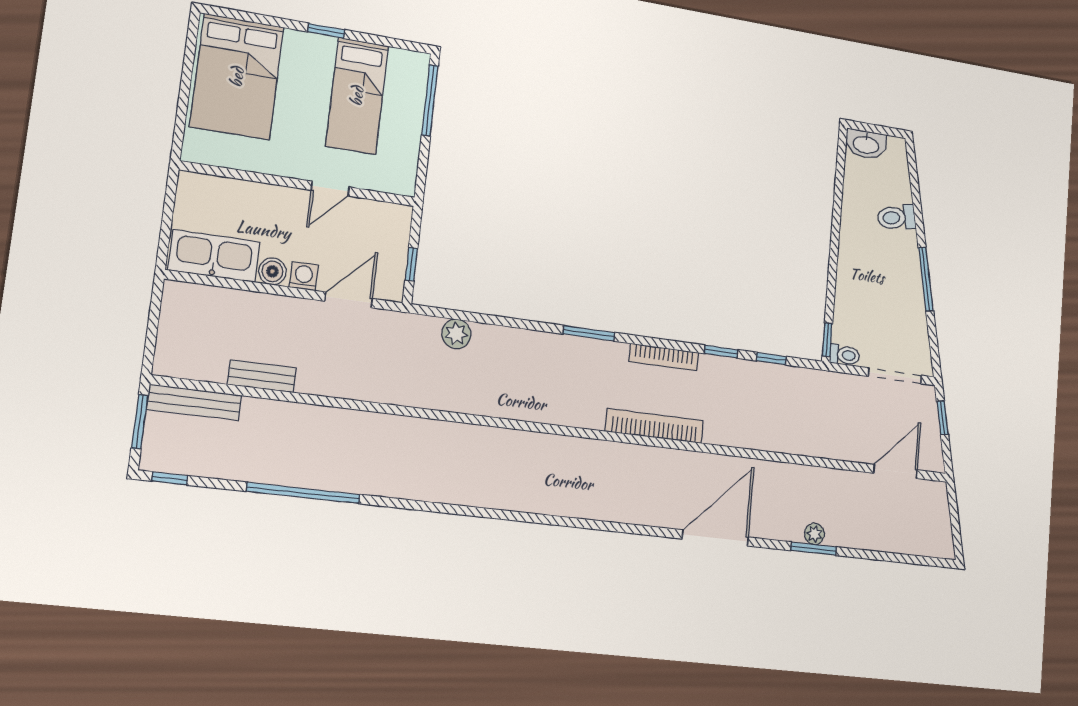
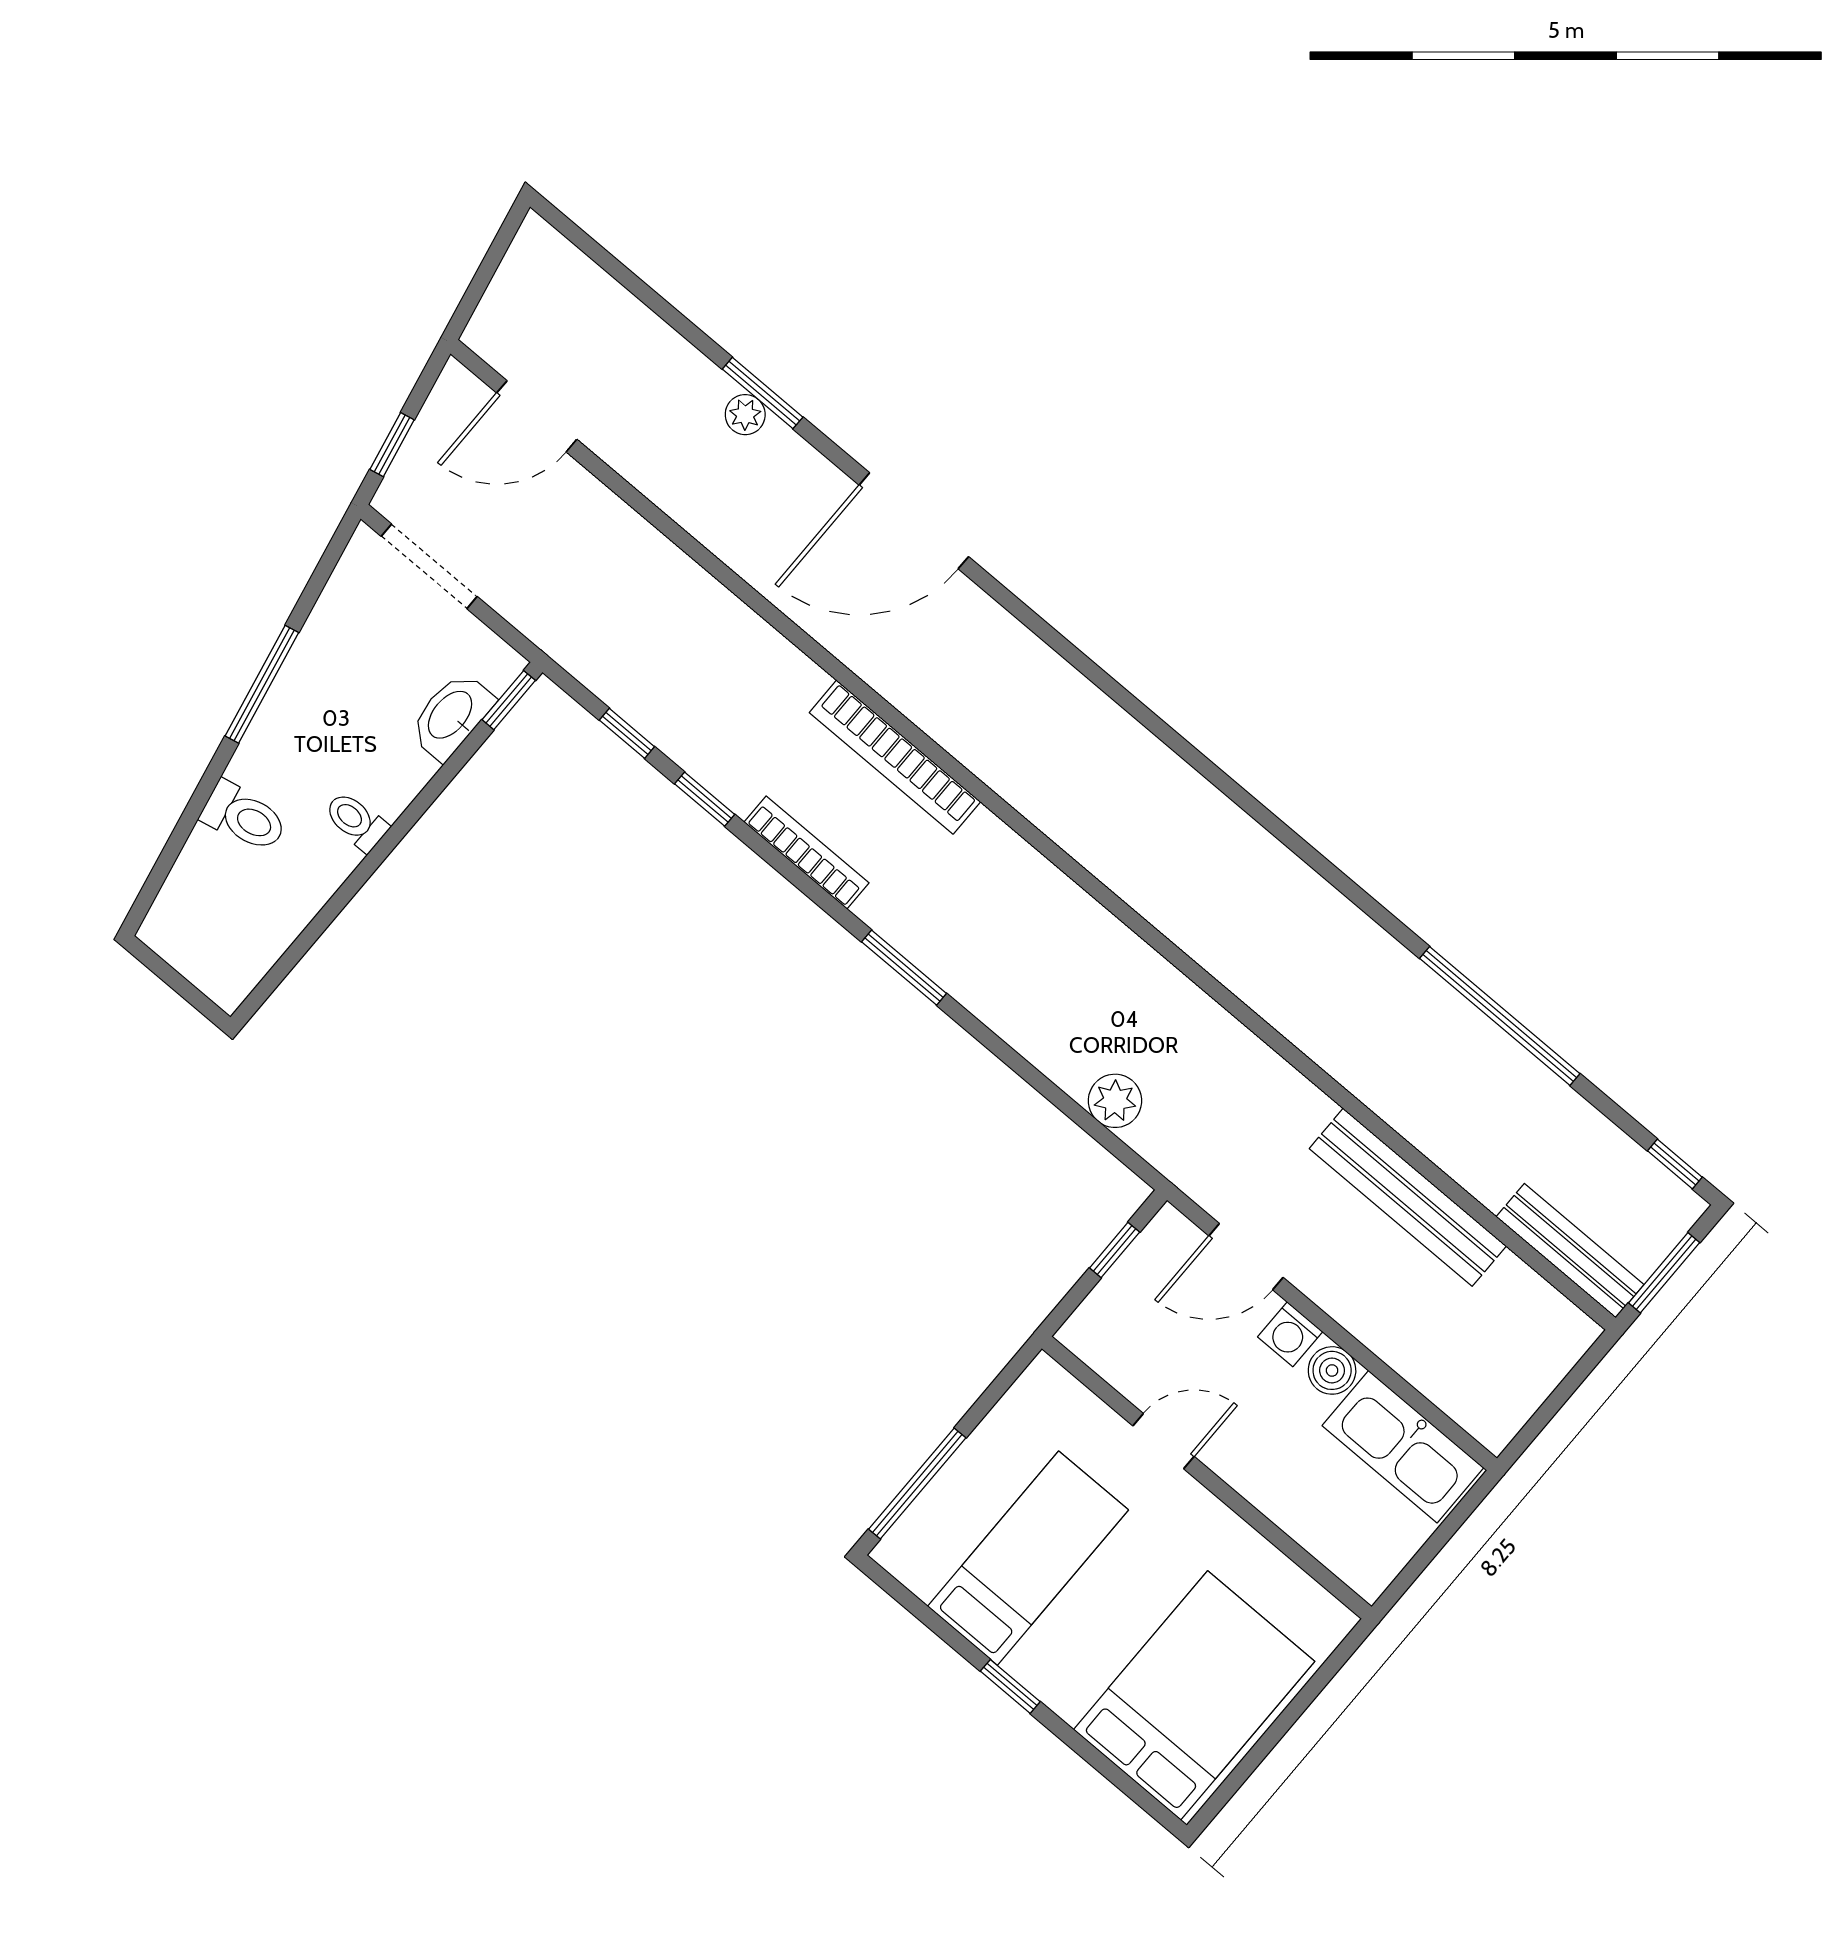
washbasin: (866, 144) -> (451, 716), moved, turned -90
toilet: (845, 355) -> (356, 821), moved
bench: (262, 376) -> (1408, 1197), width x1.86, depth x1.21

